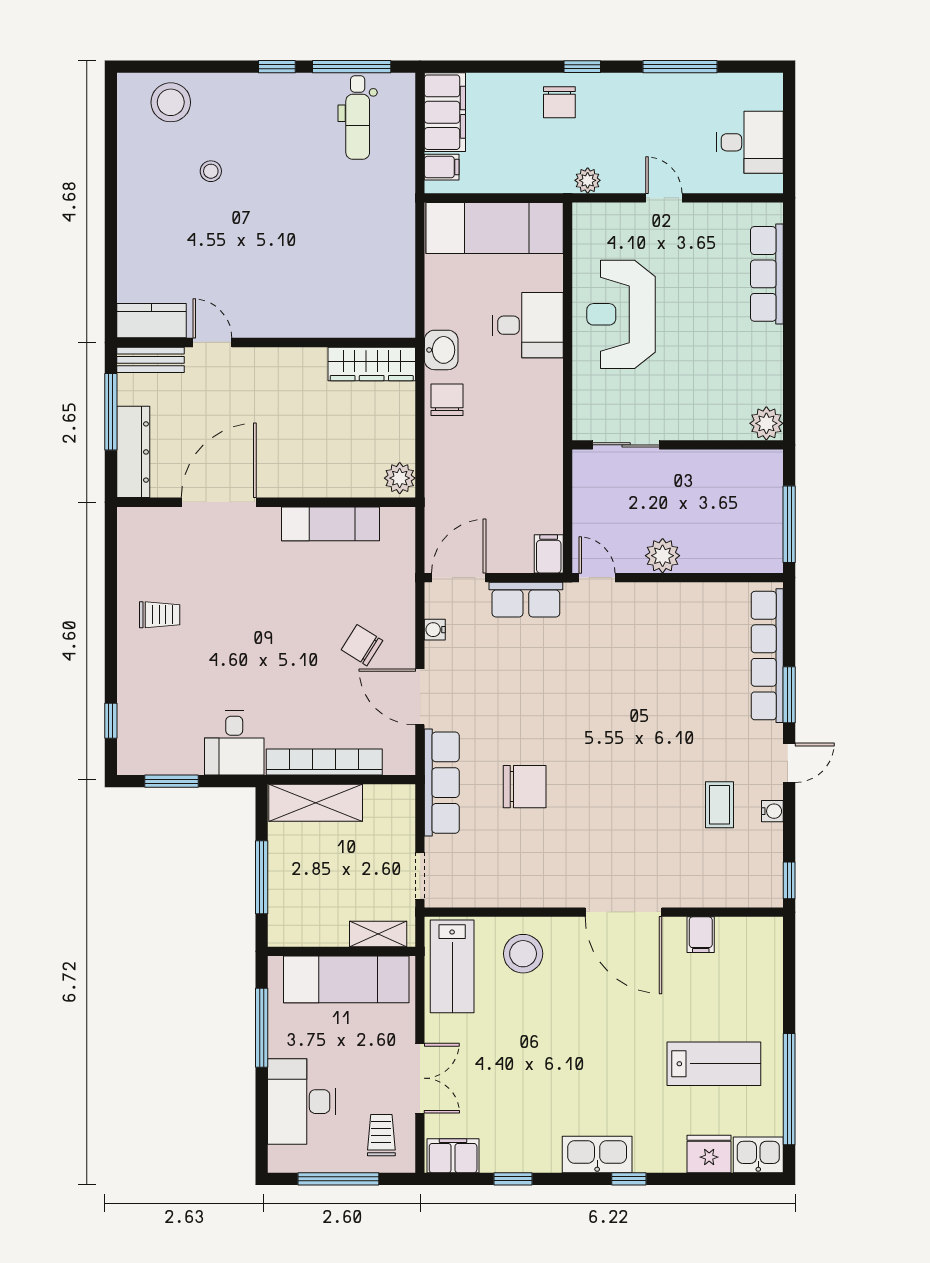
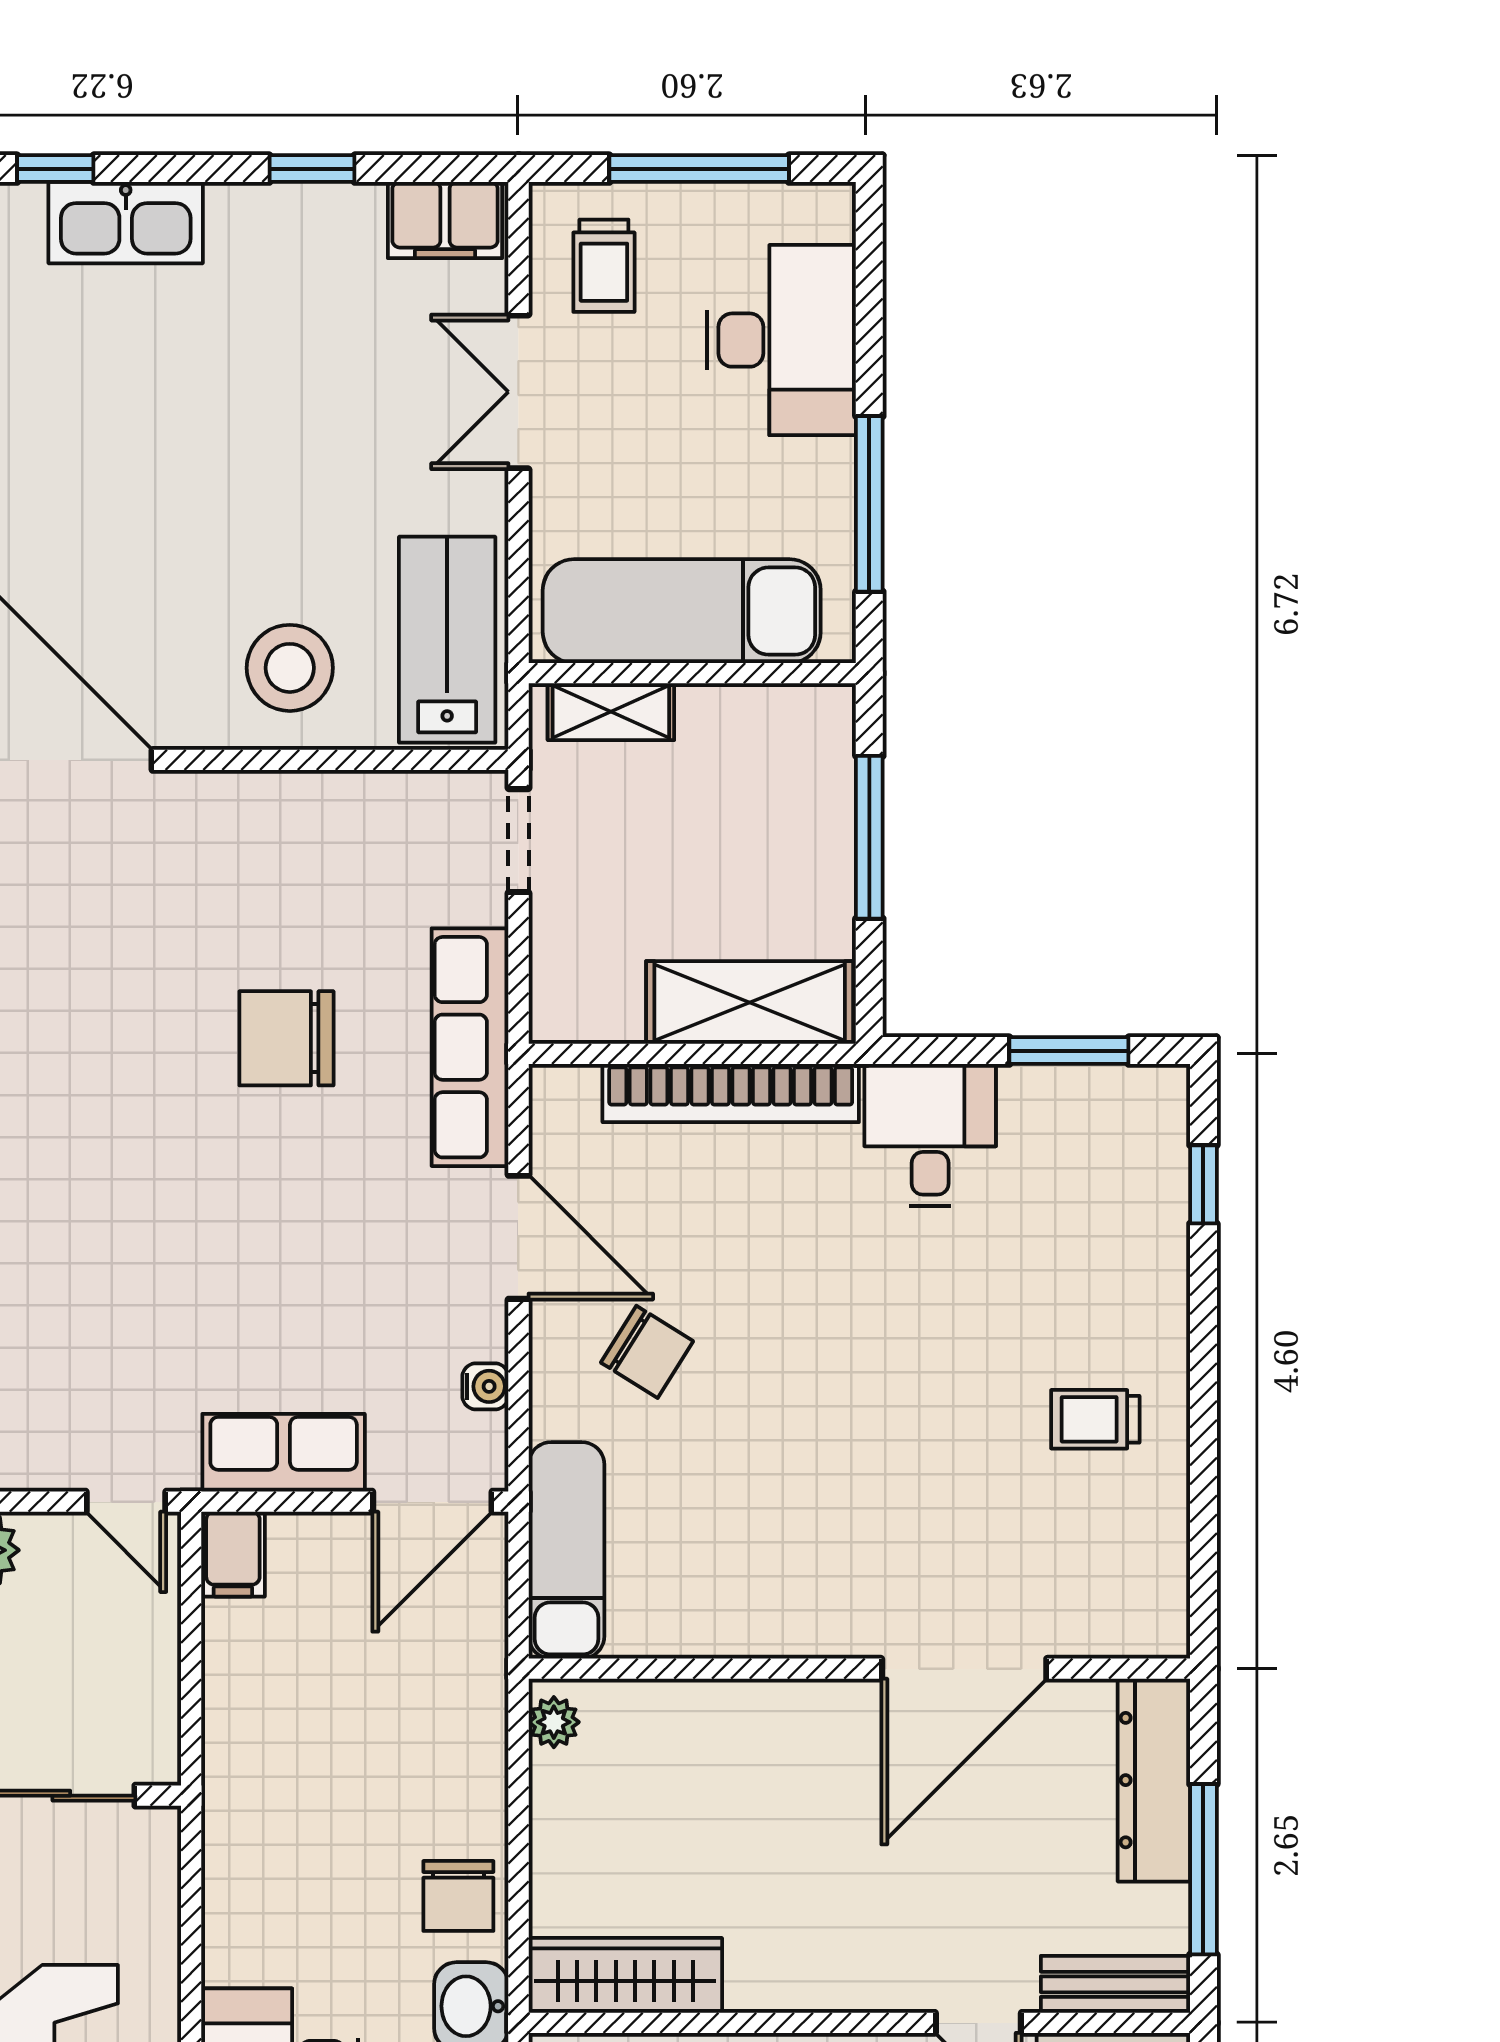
plant: (400, 478) -> (554, 1722), width x0.73, depth x0.73
exam couch: (331, 524) -> (566, 1550), moved, turned 90

